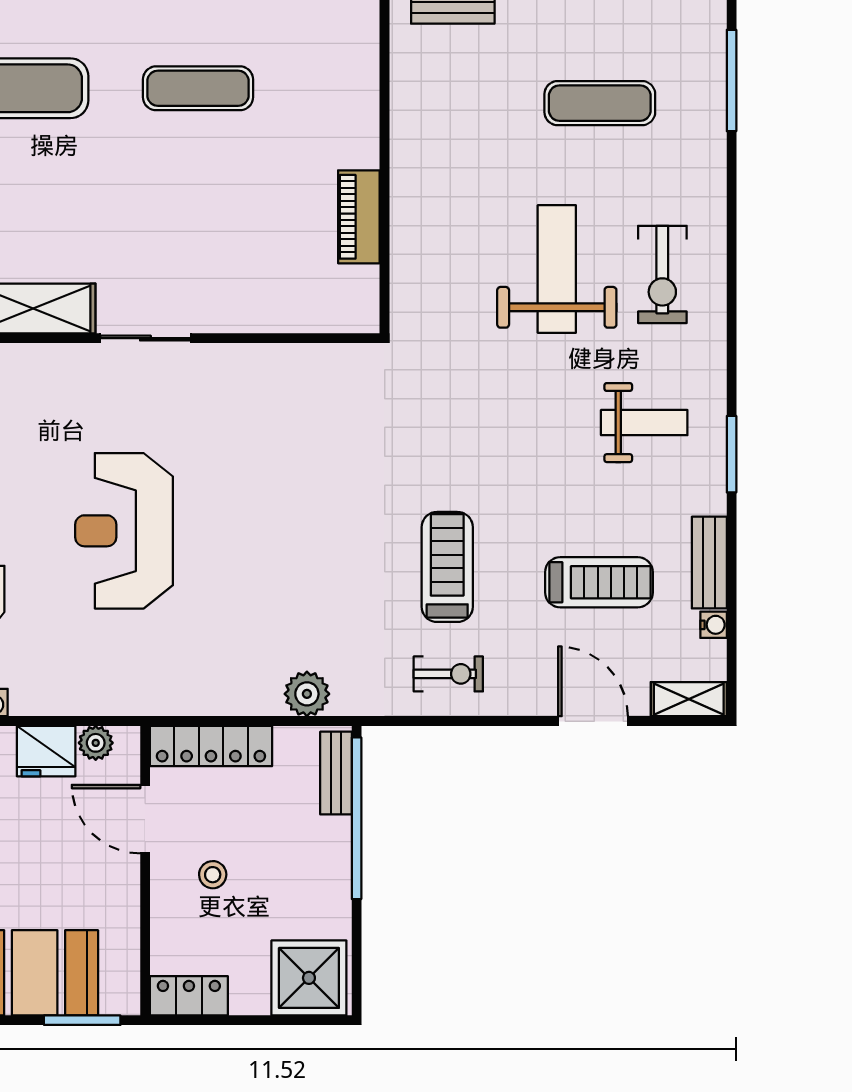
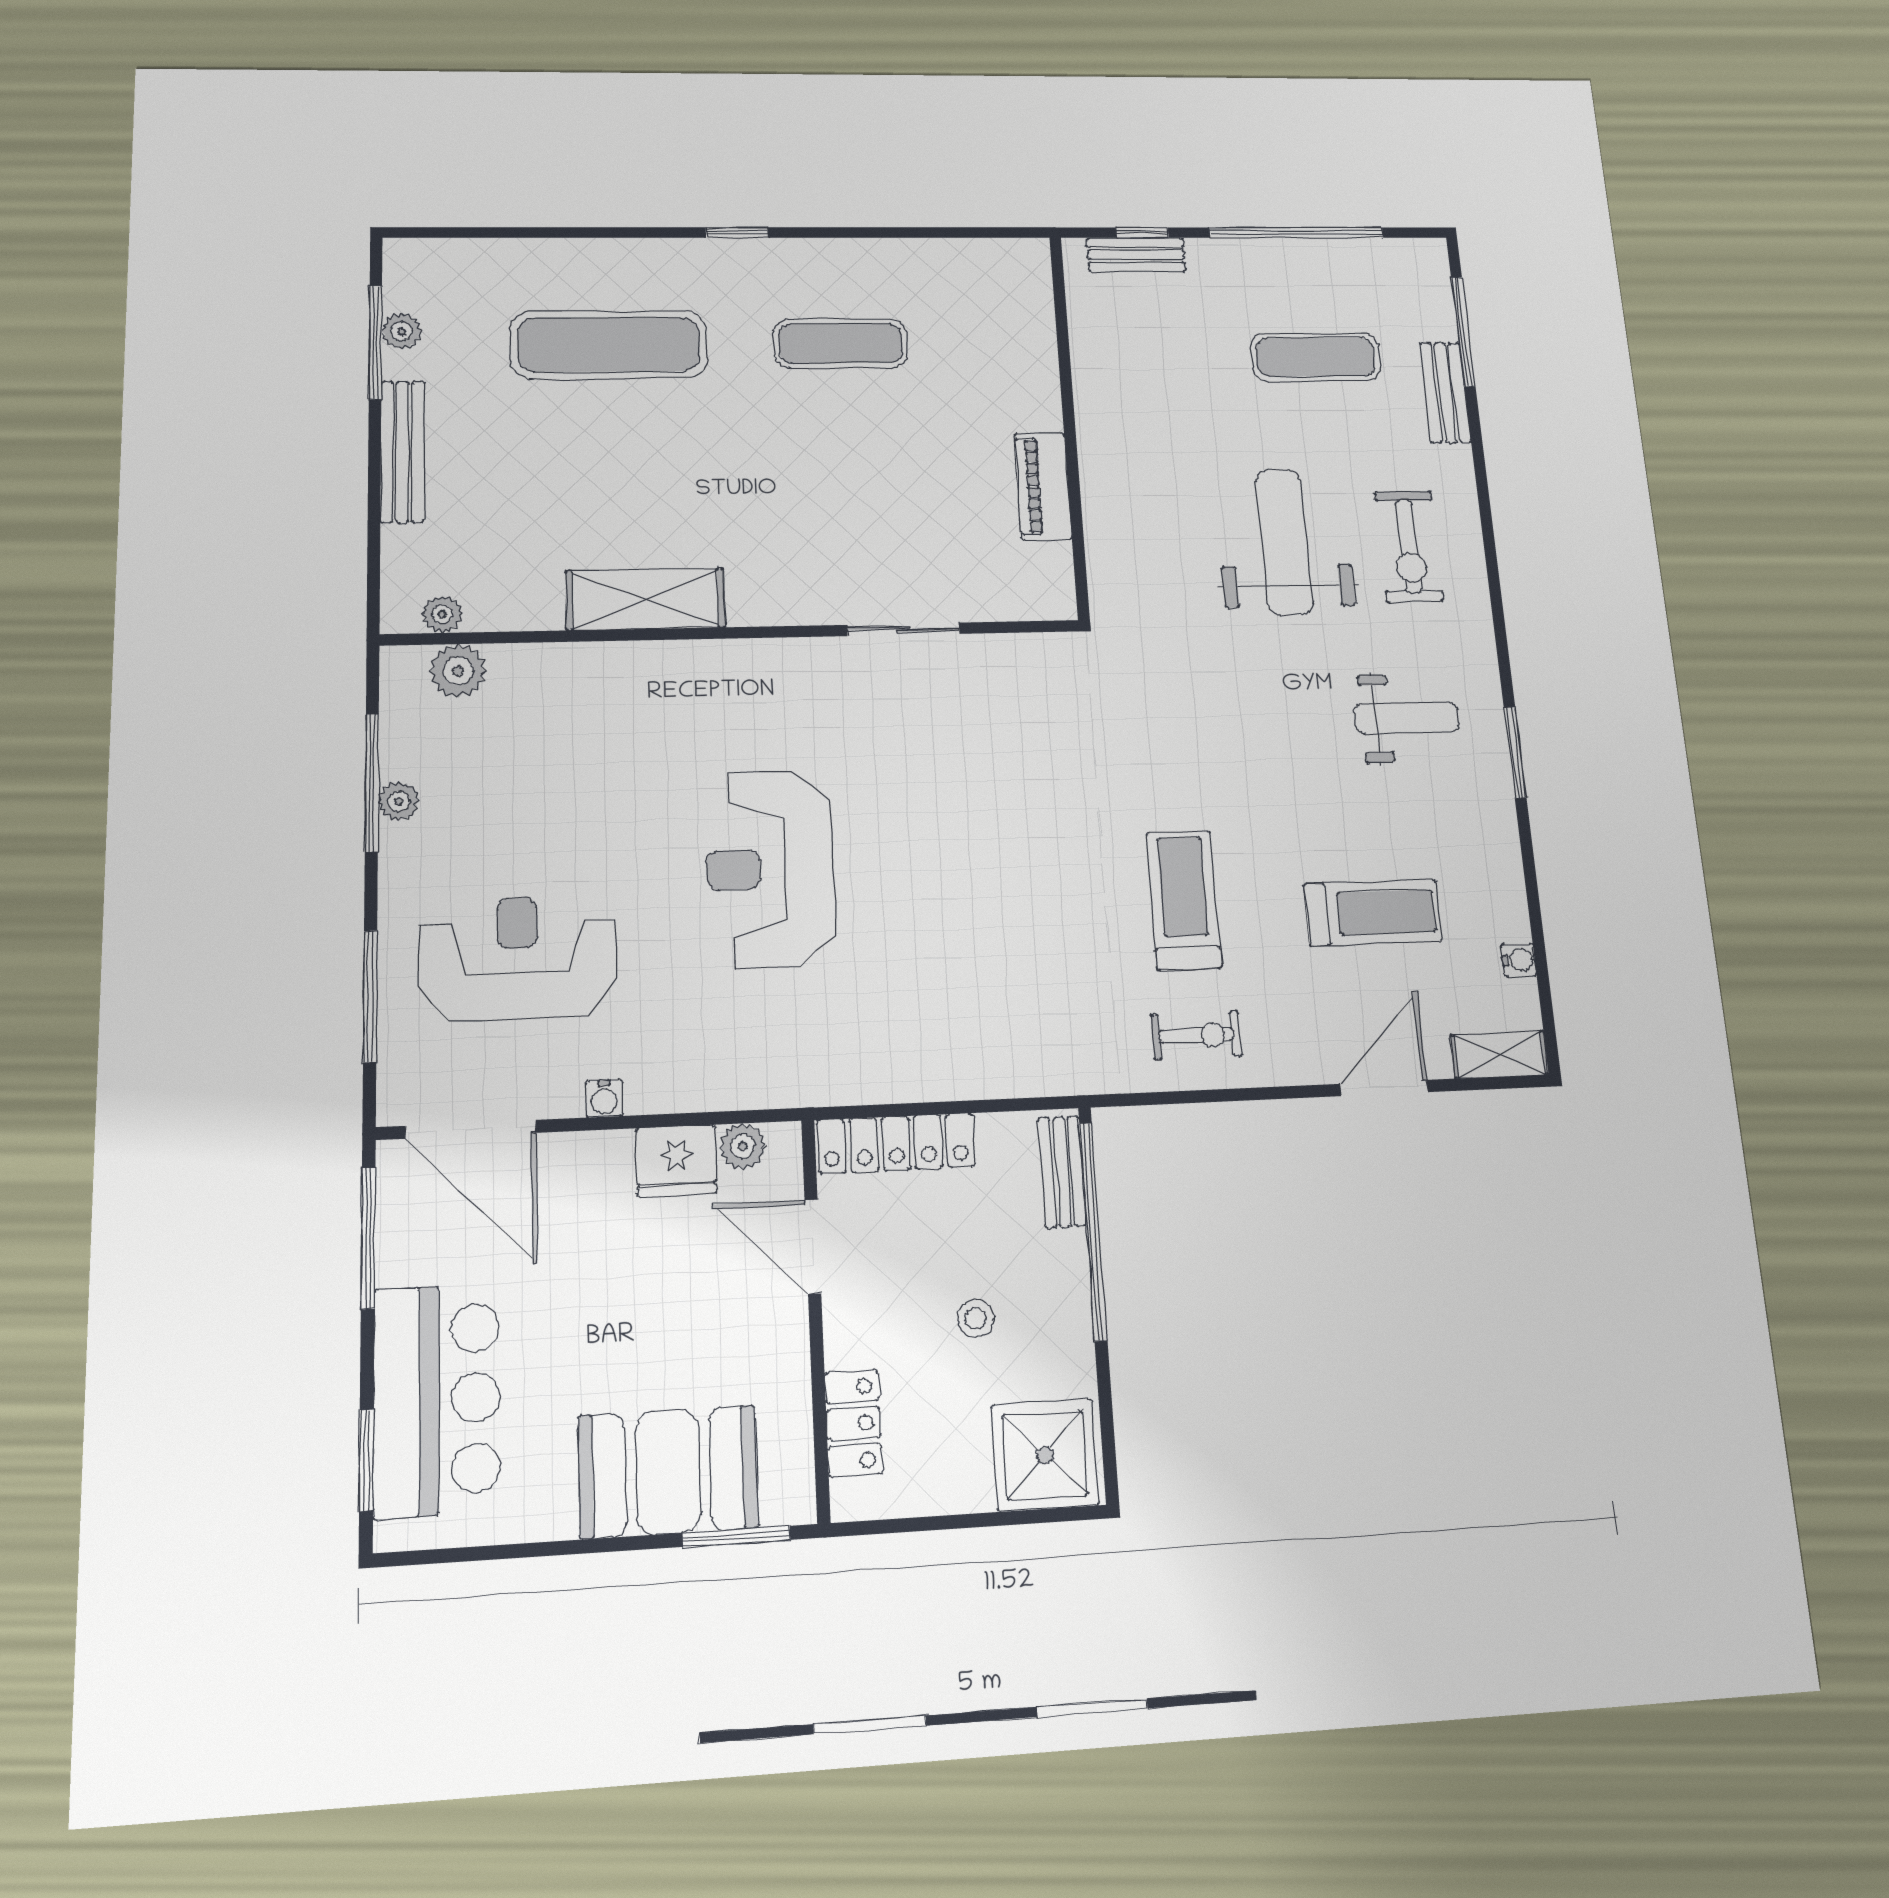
sliding door: (145, 338) -> (903, 629), moved
bench: (709, 563) -> (1445, 393), moved
plant: (307, 694) -> (1017, 1069), removed
door: (593, 721) -> (1384, 1088), hinge flipped
stool: (213, 875) -> (976, 1318), moved
locker: (189, 996) -> (854, 1423), moved, turned 90

